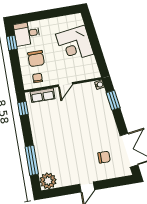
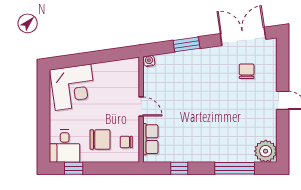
corner desk: (75, 44) -> (73, 87), moved
window: (113, 100) -> (187, 44), moved
window: (23, 108) -> (179, 168), moved

